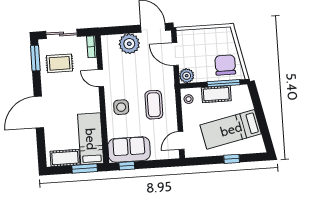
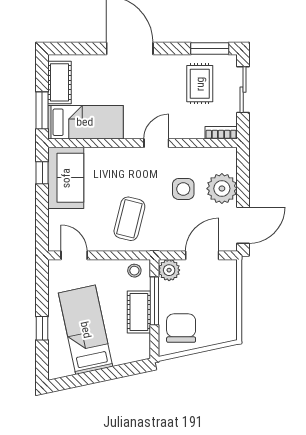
chair: (225, 65) -> (181, 328), turned -90
door: (101, 78) -> (156, 143), moved
window: (224, 83) -> (154, 301), moved
coffee table: (154, 105) -> (129, 219), turned -76
side table: (121, 107) -> (183, 189), moved

